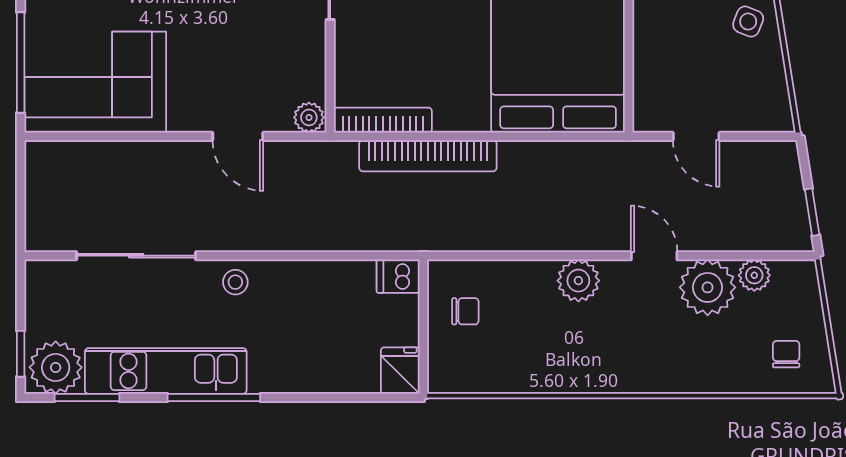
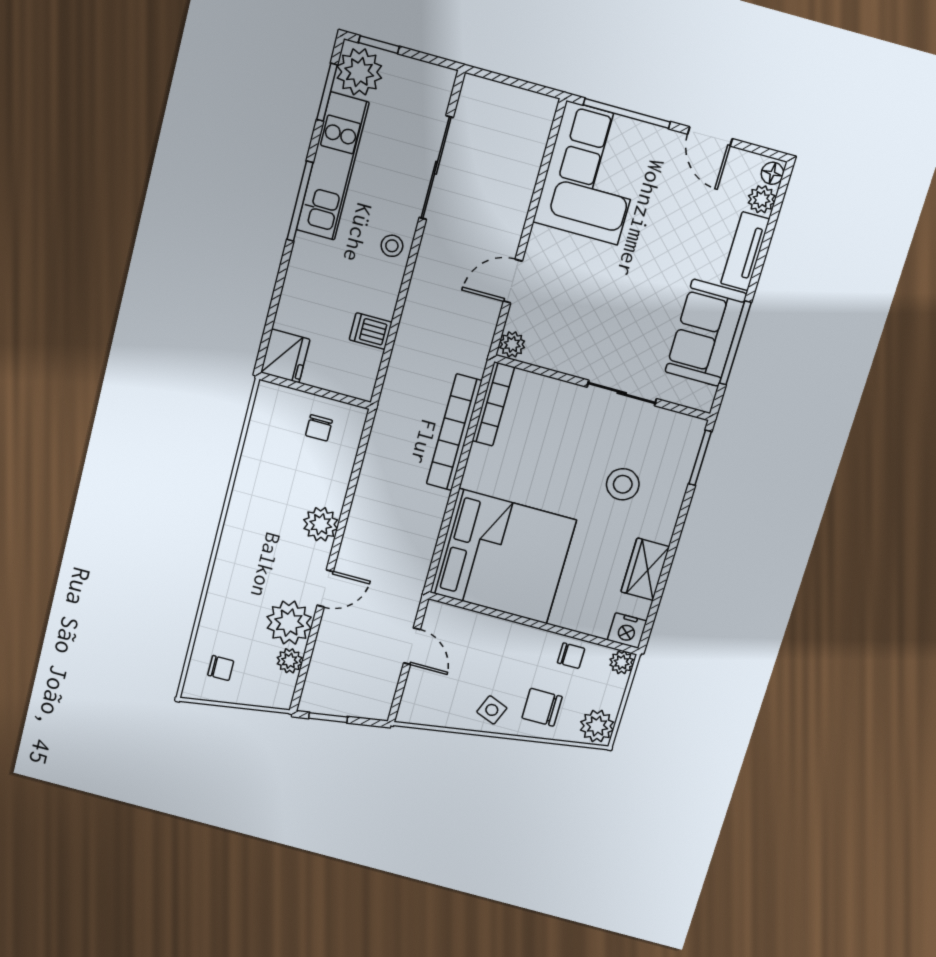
door: (696, 136) -> (412, 646), swing flipped
dishwasher: (398, 276) -> (371, 331), moved, turned -90
fridge: (400, 371) -> (285, 356), width x1.38

